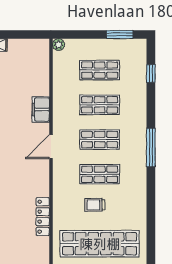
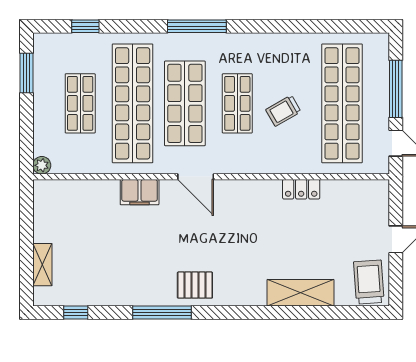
shop shelf: (100, 105) -> (133, 103), width x2.00, depth x1.36
shop shelf: (100, 140) -> (185, 103), width x1.43, depth x1.36
trolley: (95, 205) -> (283, 111), turned 60
locker: (43, 217) -> (301, 189), width x0.66

